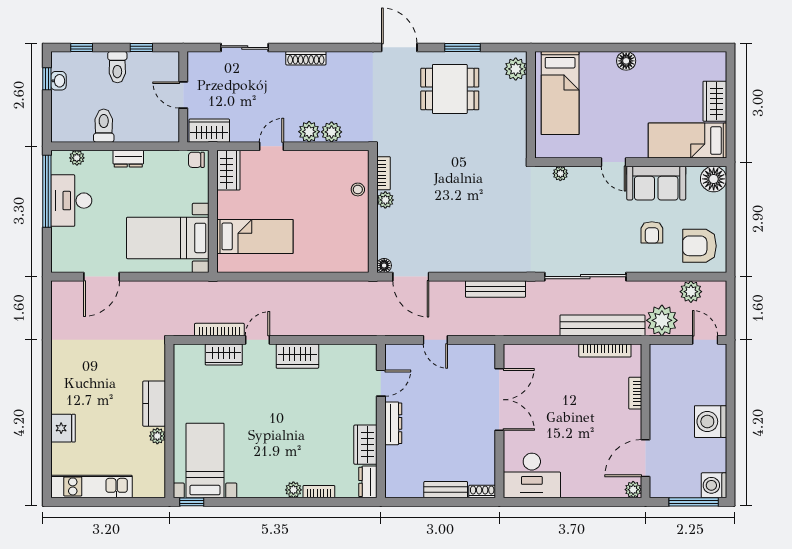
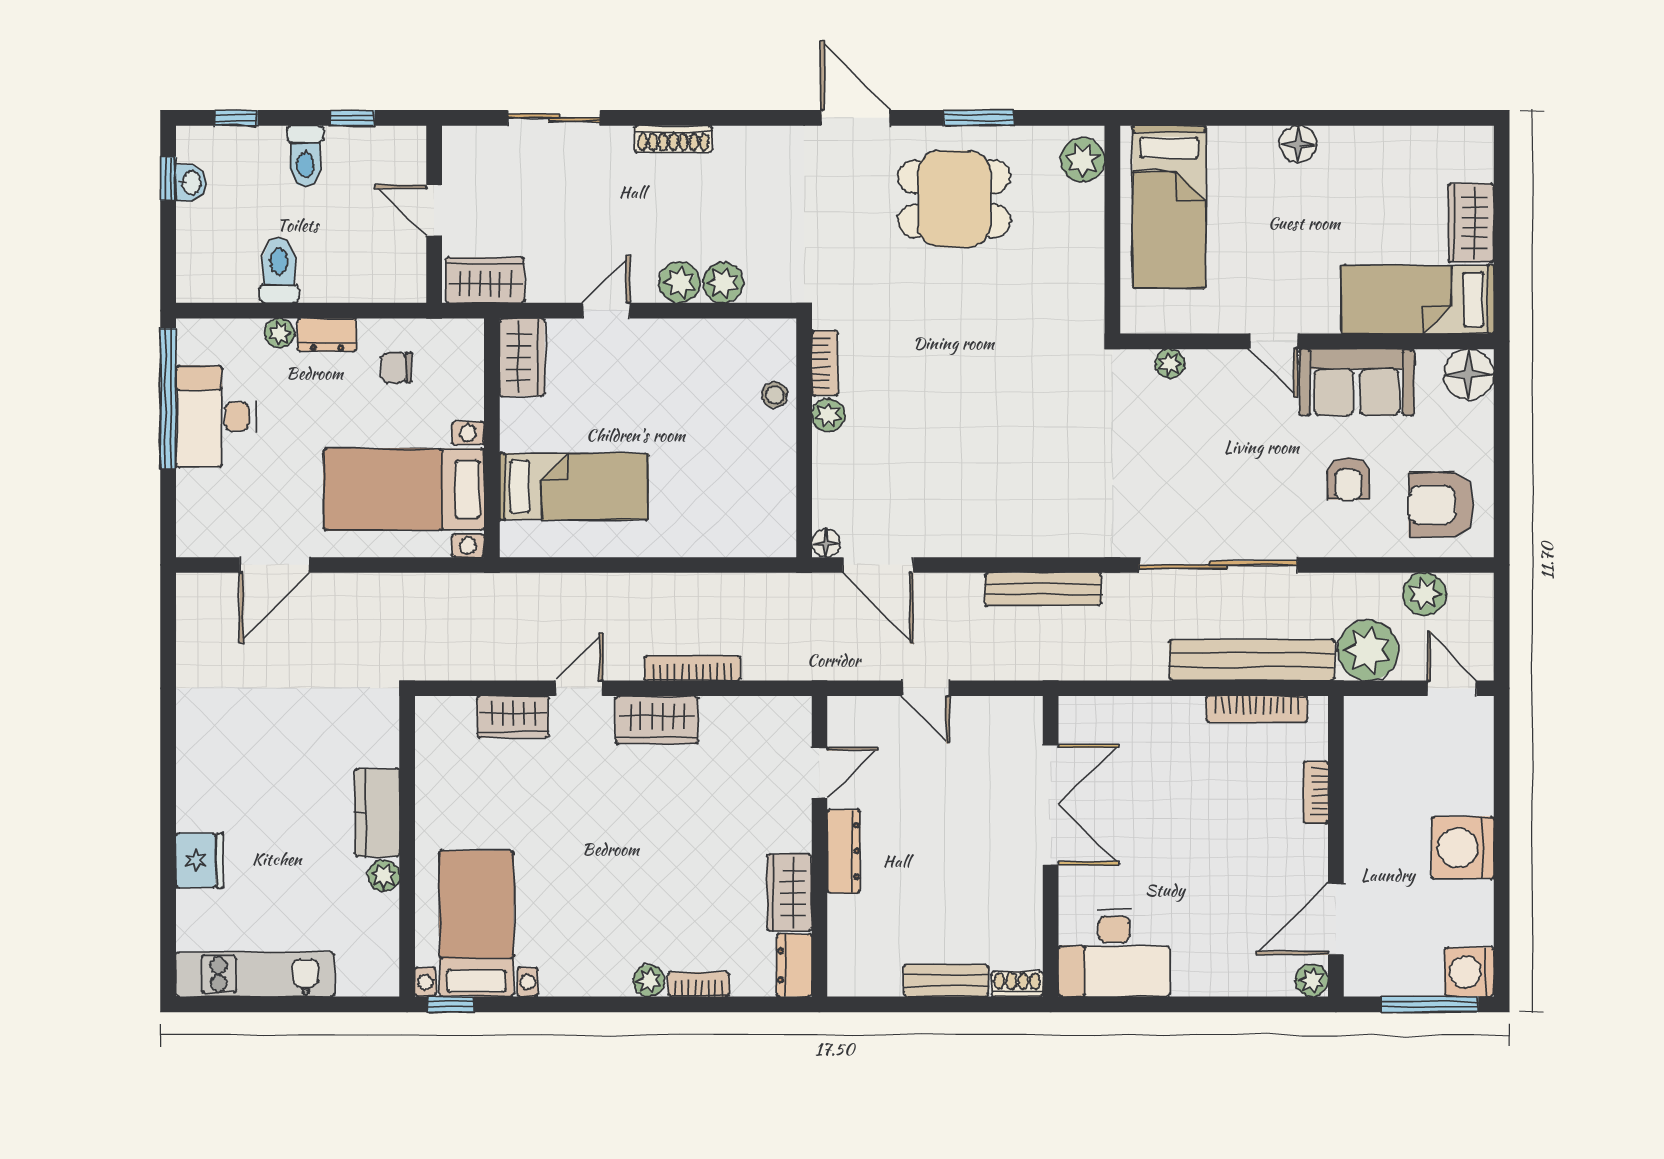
plant: (77, 158) -> (280, 333), moved
chair: (196, 160) -> (397, 368), moved
bookcase: (219, 330) -> (692, 668), moved

